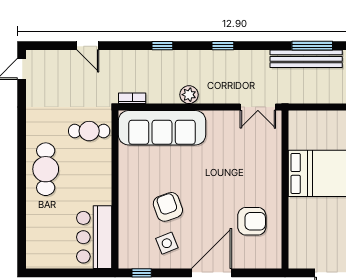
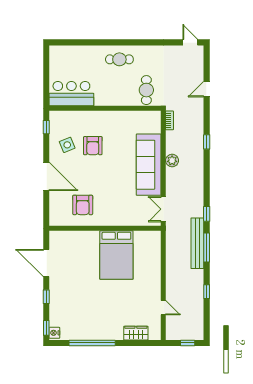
window: (223, 46) -> (207, 214), moved
sofa: (162, 128) -> (149, 165), moved
cafe table: (46, 169) -> (119, 59), width x0.73, depth x0.74
armchair: (168, 207) -> (93, 146), turned 110

